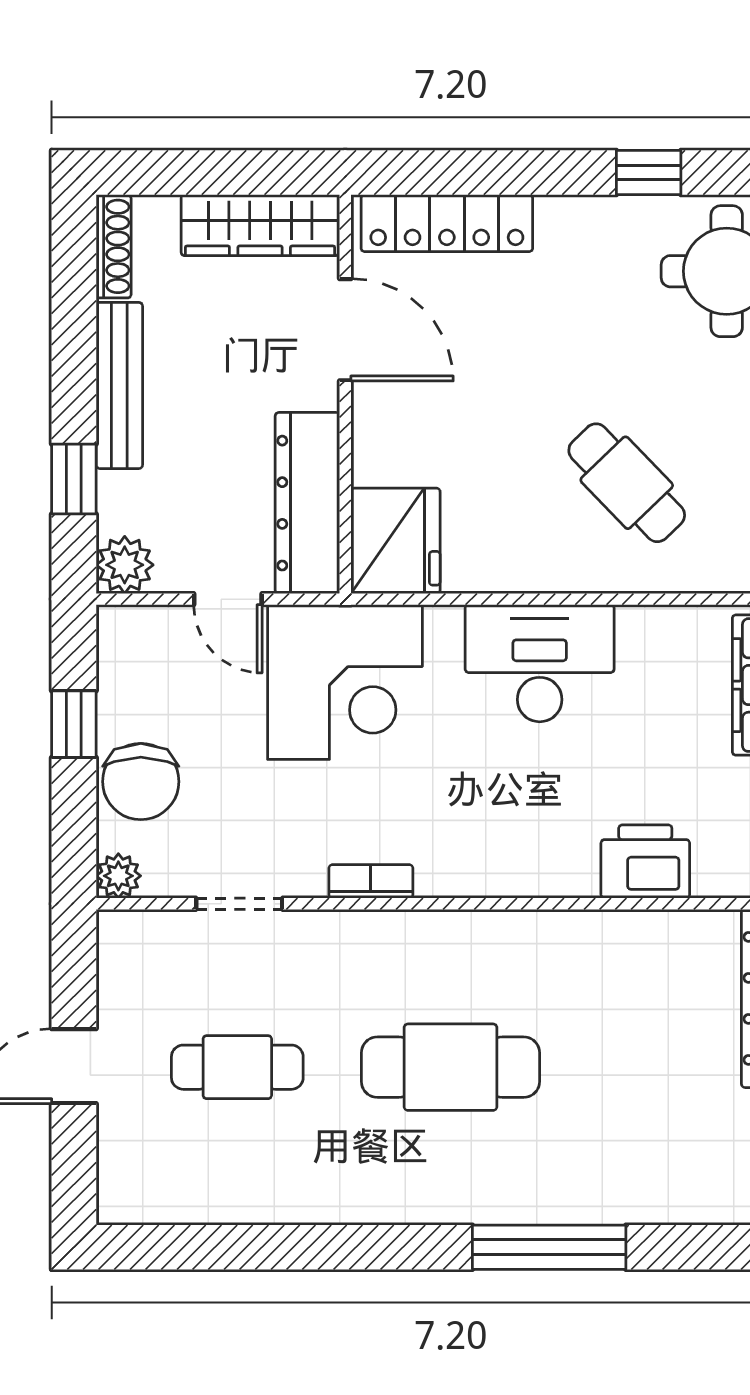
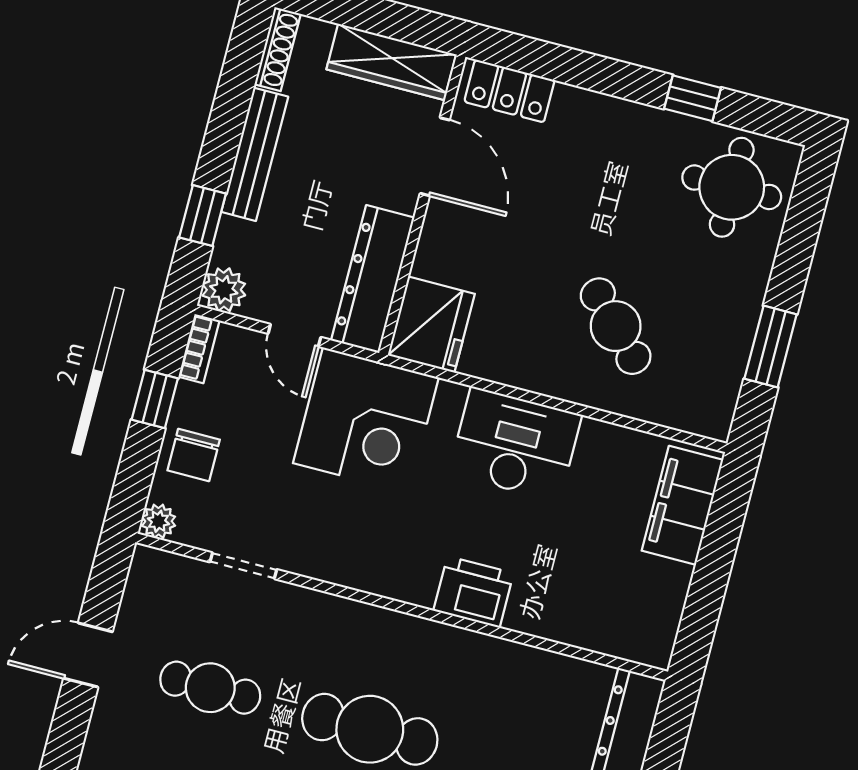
locker: (447, 223) -> (509, 91), width x0.66
chair: (141, 782) -> (194, 455), width x0.73, depth x0.73
printer: (645, 862) -> (473, 592), moved
bookcase: (371, 881) -> (199, 349), moved, turned 90

